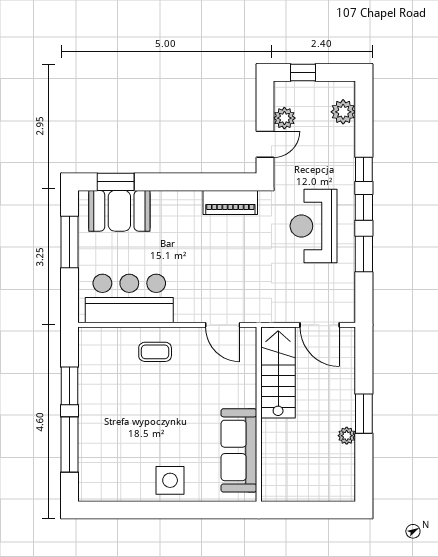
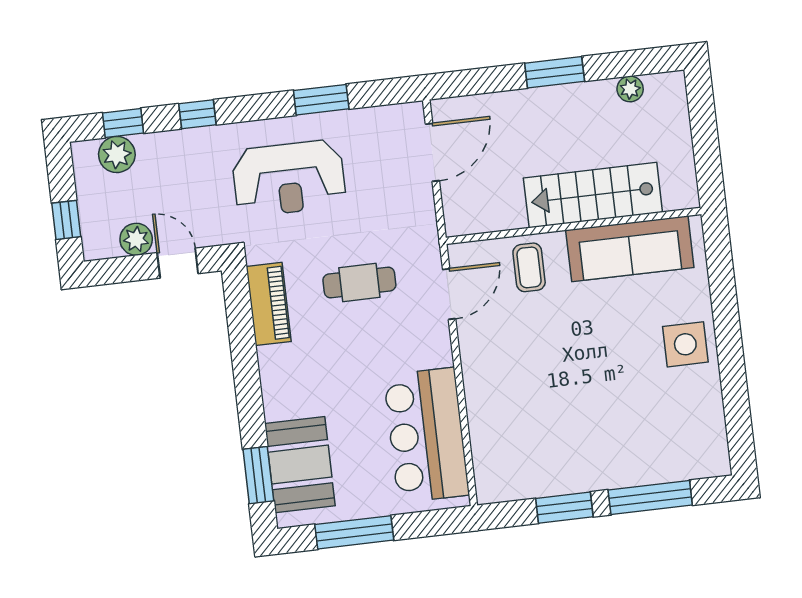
window: (364, 207) -> (123, 123), moved
cafe table: (238, 265) -> (359, 282), added
coffee table: (155, 352) -> (529, 267), moved
stairs: (278, 373) -> (593, 195), moved
plant: (347, 436) -> (630, 89), moved

